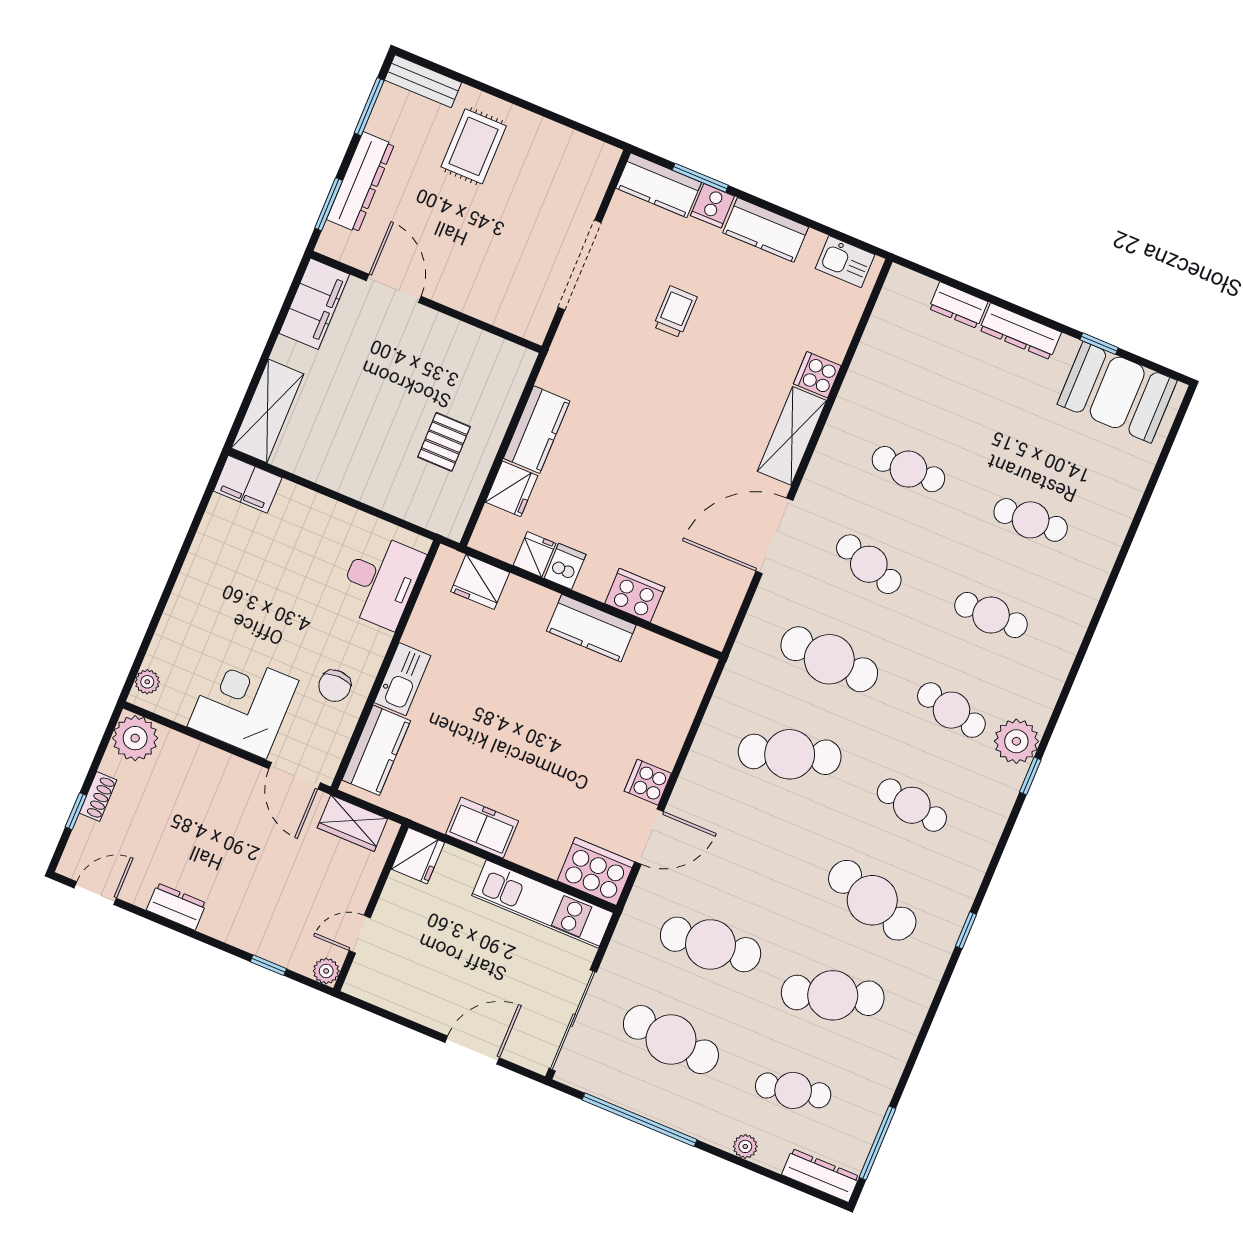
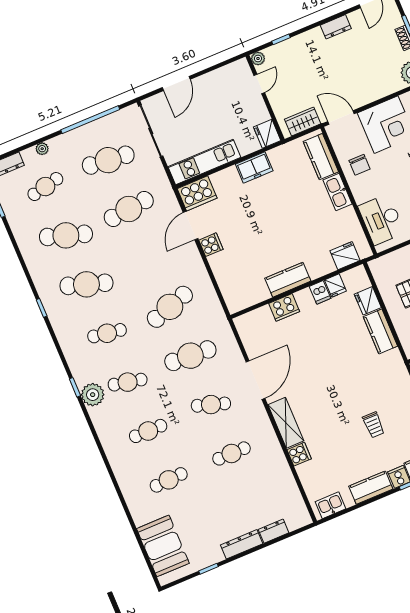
booth: (1117, 392) -> (163, 546), moved, turned 90
chair: (335, 686) -> (359, 165), turned 180
cafe table: (833, 995) -> (66, 235), turned 36

